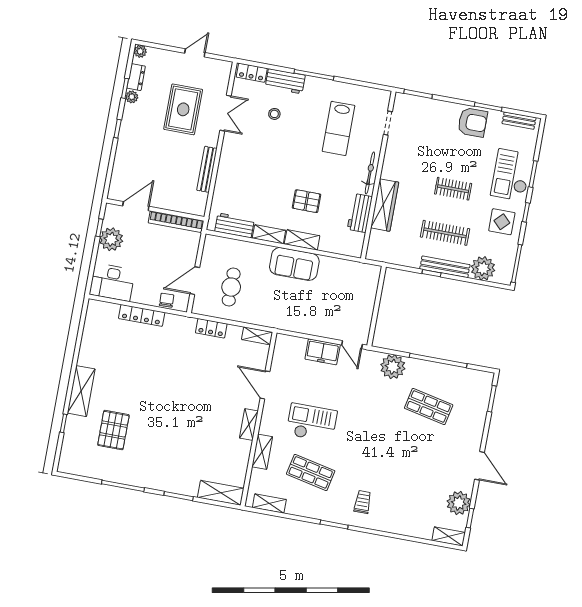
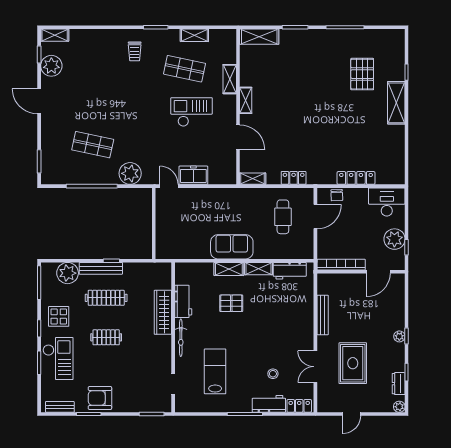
plant: (132, 97) -> (399, 336), moved
checkout: (312, 423) -> (192, 112), turned 180
shelving: (269, 503) -> (194, 35), moved

